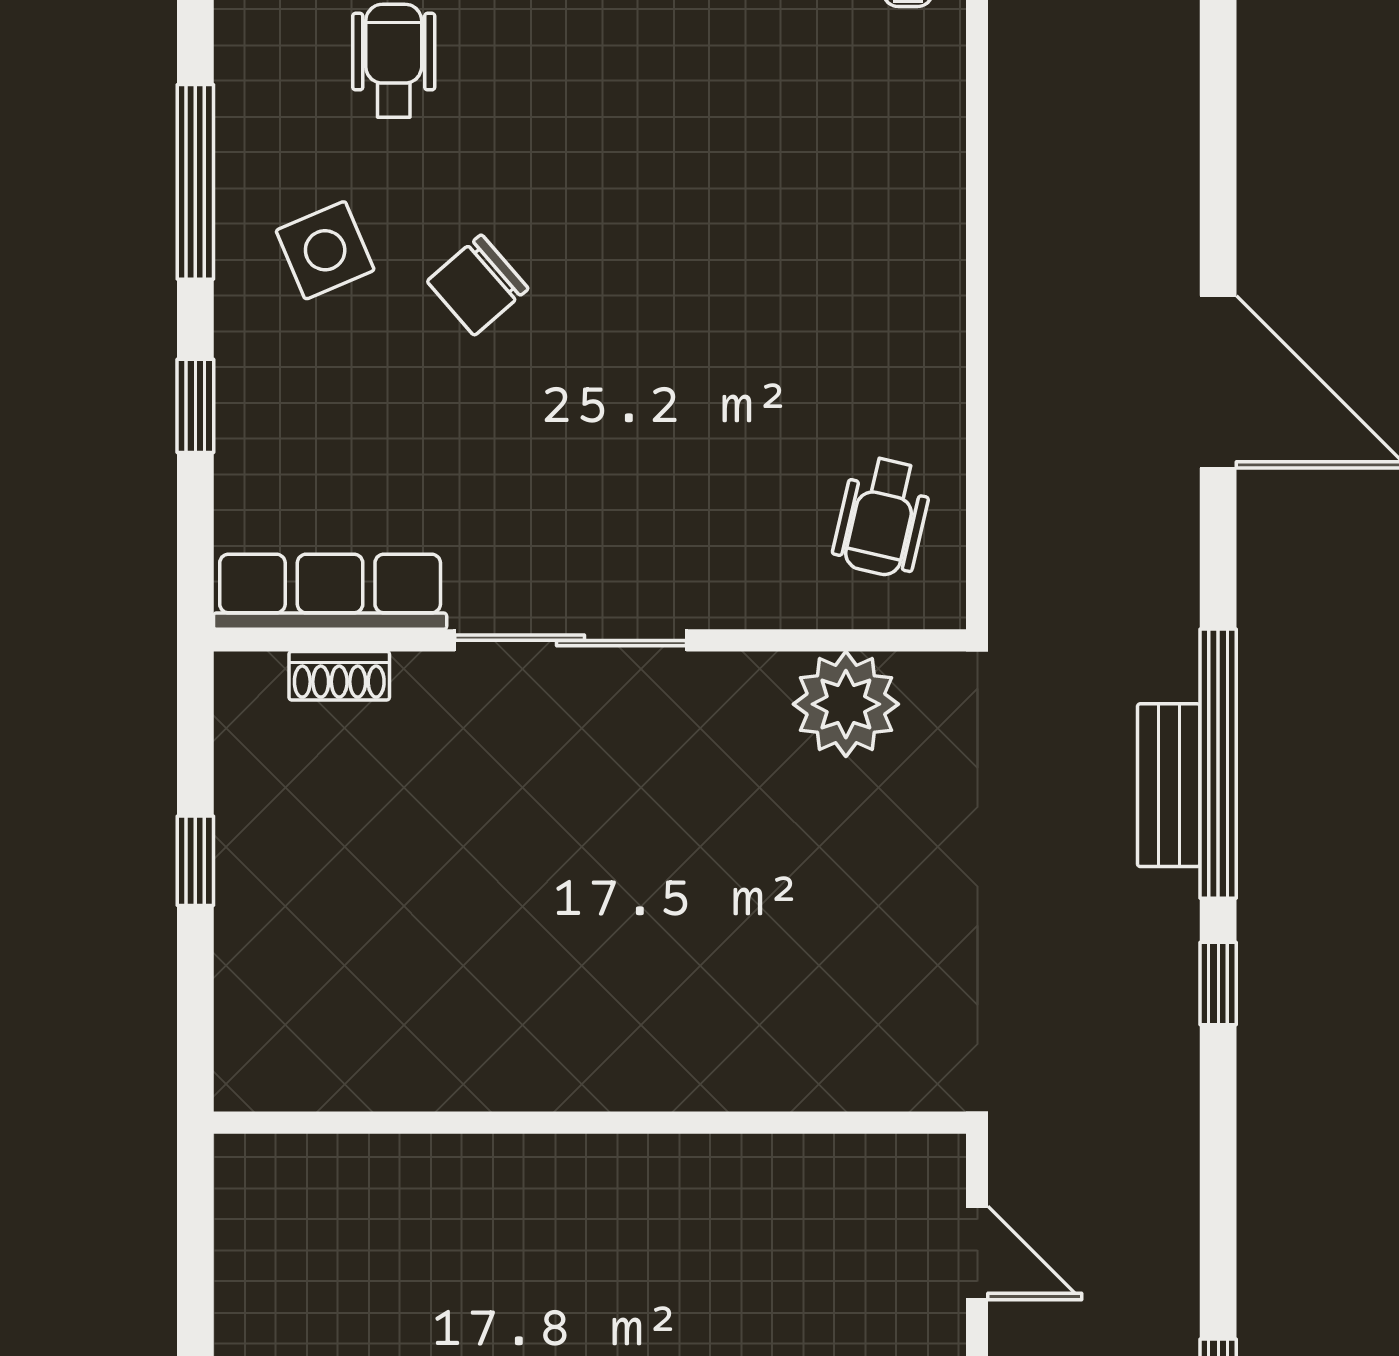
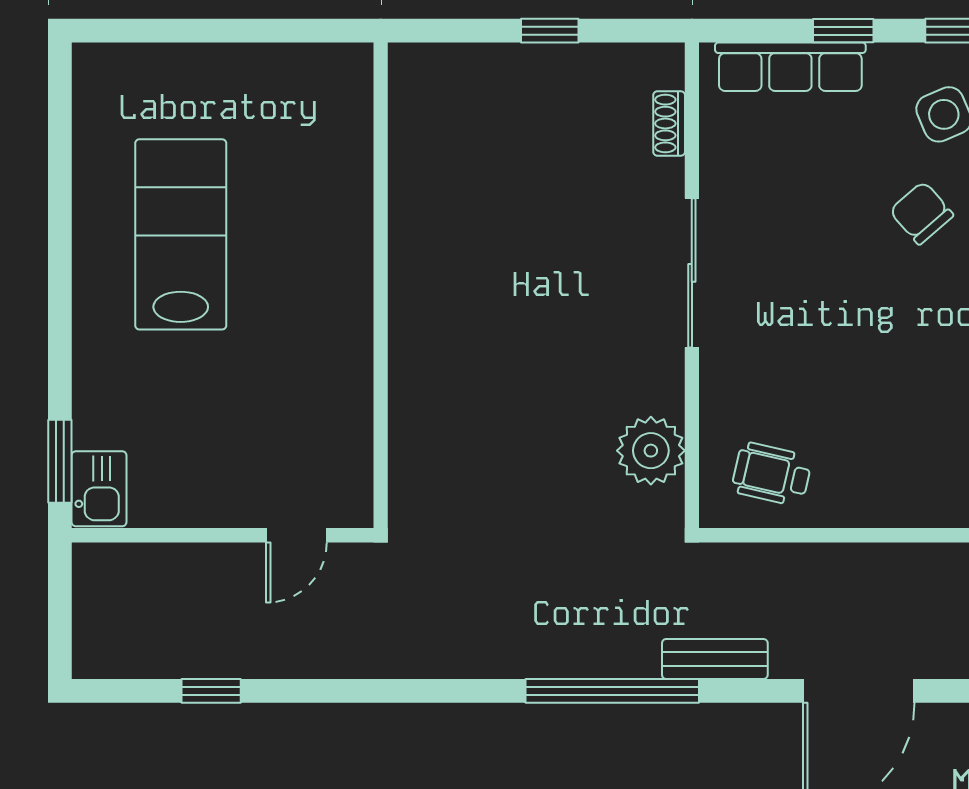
row of seats: (330, 592) -> (790, 67), moved, turned 90
bench: (1169, 785) -> (715, 659), moved
window: (1218, 983) -> (470, 691), removed

